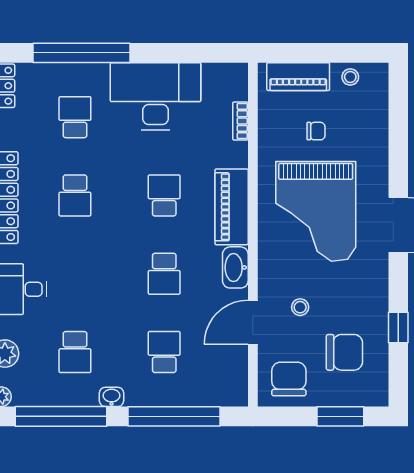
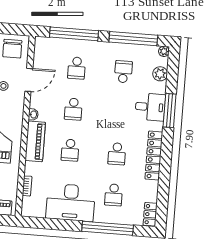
school desk: (75, 195) -> (117, 154), turned 180
washbasin: (235, 267) -> (33, 114), width x0.52, depth x0.69
school desk: (164, 274) -> (73, 109), turned 180
washbasin: (111, 397) -> (106, 47), removed

